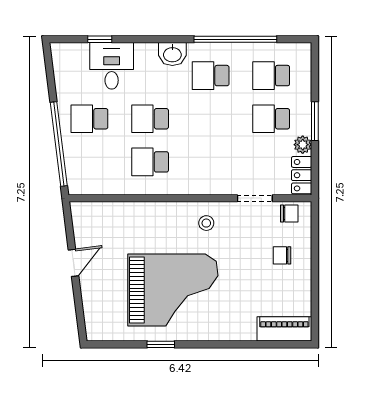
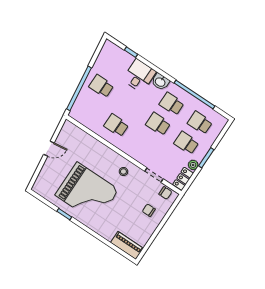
desk: (112, 66) -> (139, 76), moved
school desk: (150, 119) -> (158, 124), moved

